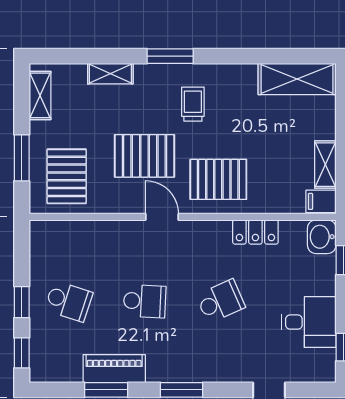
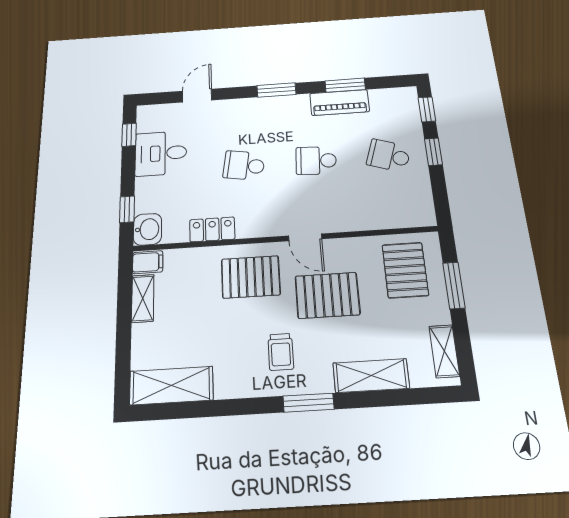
shelving: (110, 74) -> (371, 376), width x1.50, depth x1.33
school desk: (221, 301) -> (244, 165), turned 33

